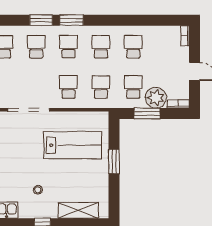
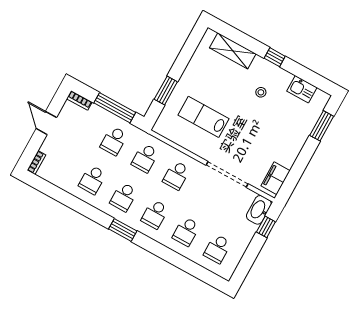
window: (41, 20) -> (167, 254), removed
window: (72, 20) -> (123, 230), moved
plant: (156, 98) -> (98, 118), removed
window: (147, 114) -> (115, 108), width x1.44
lab bench: (73, 145) -> (203, 117), width x0.73, depth x0.72
window: (114, 161) -> (166, 91), moved

